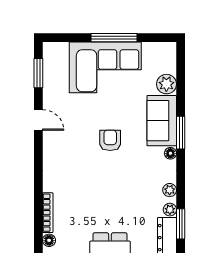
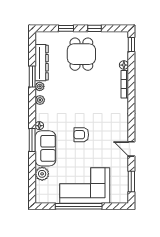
window: (114, 38) -> (79, 206), width x1.46
armchair: (110, 140) -> (81, 135), turned 90

